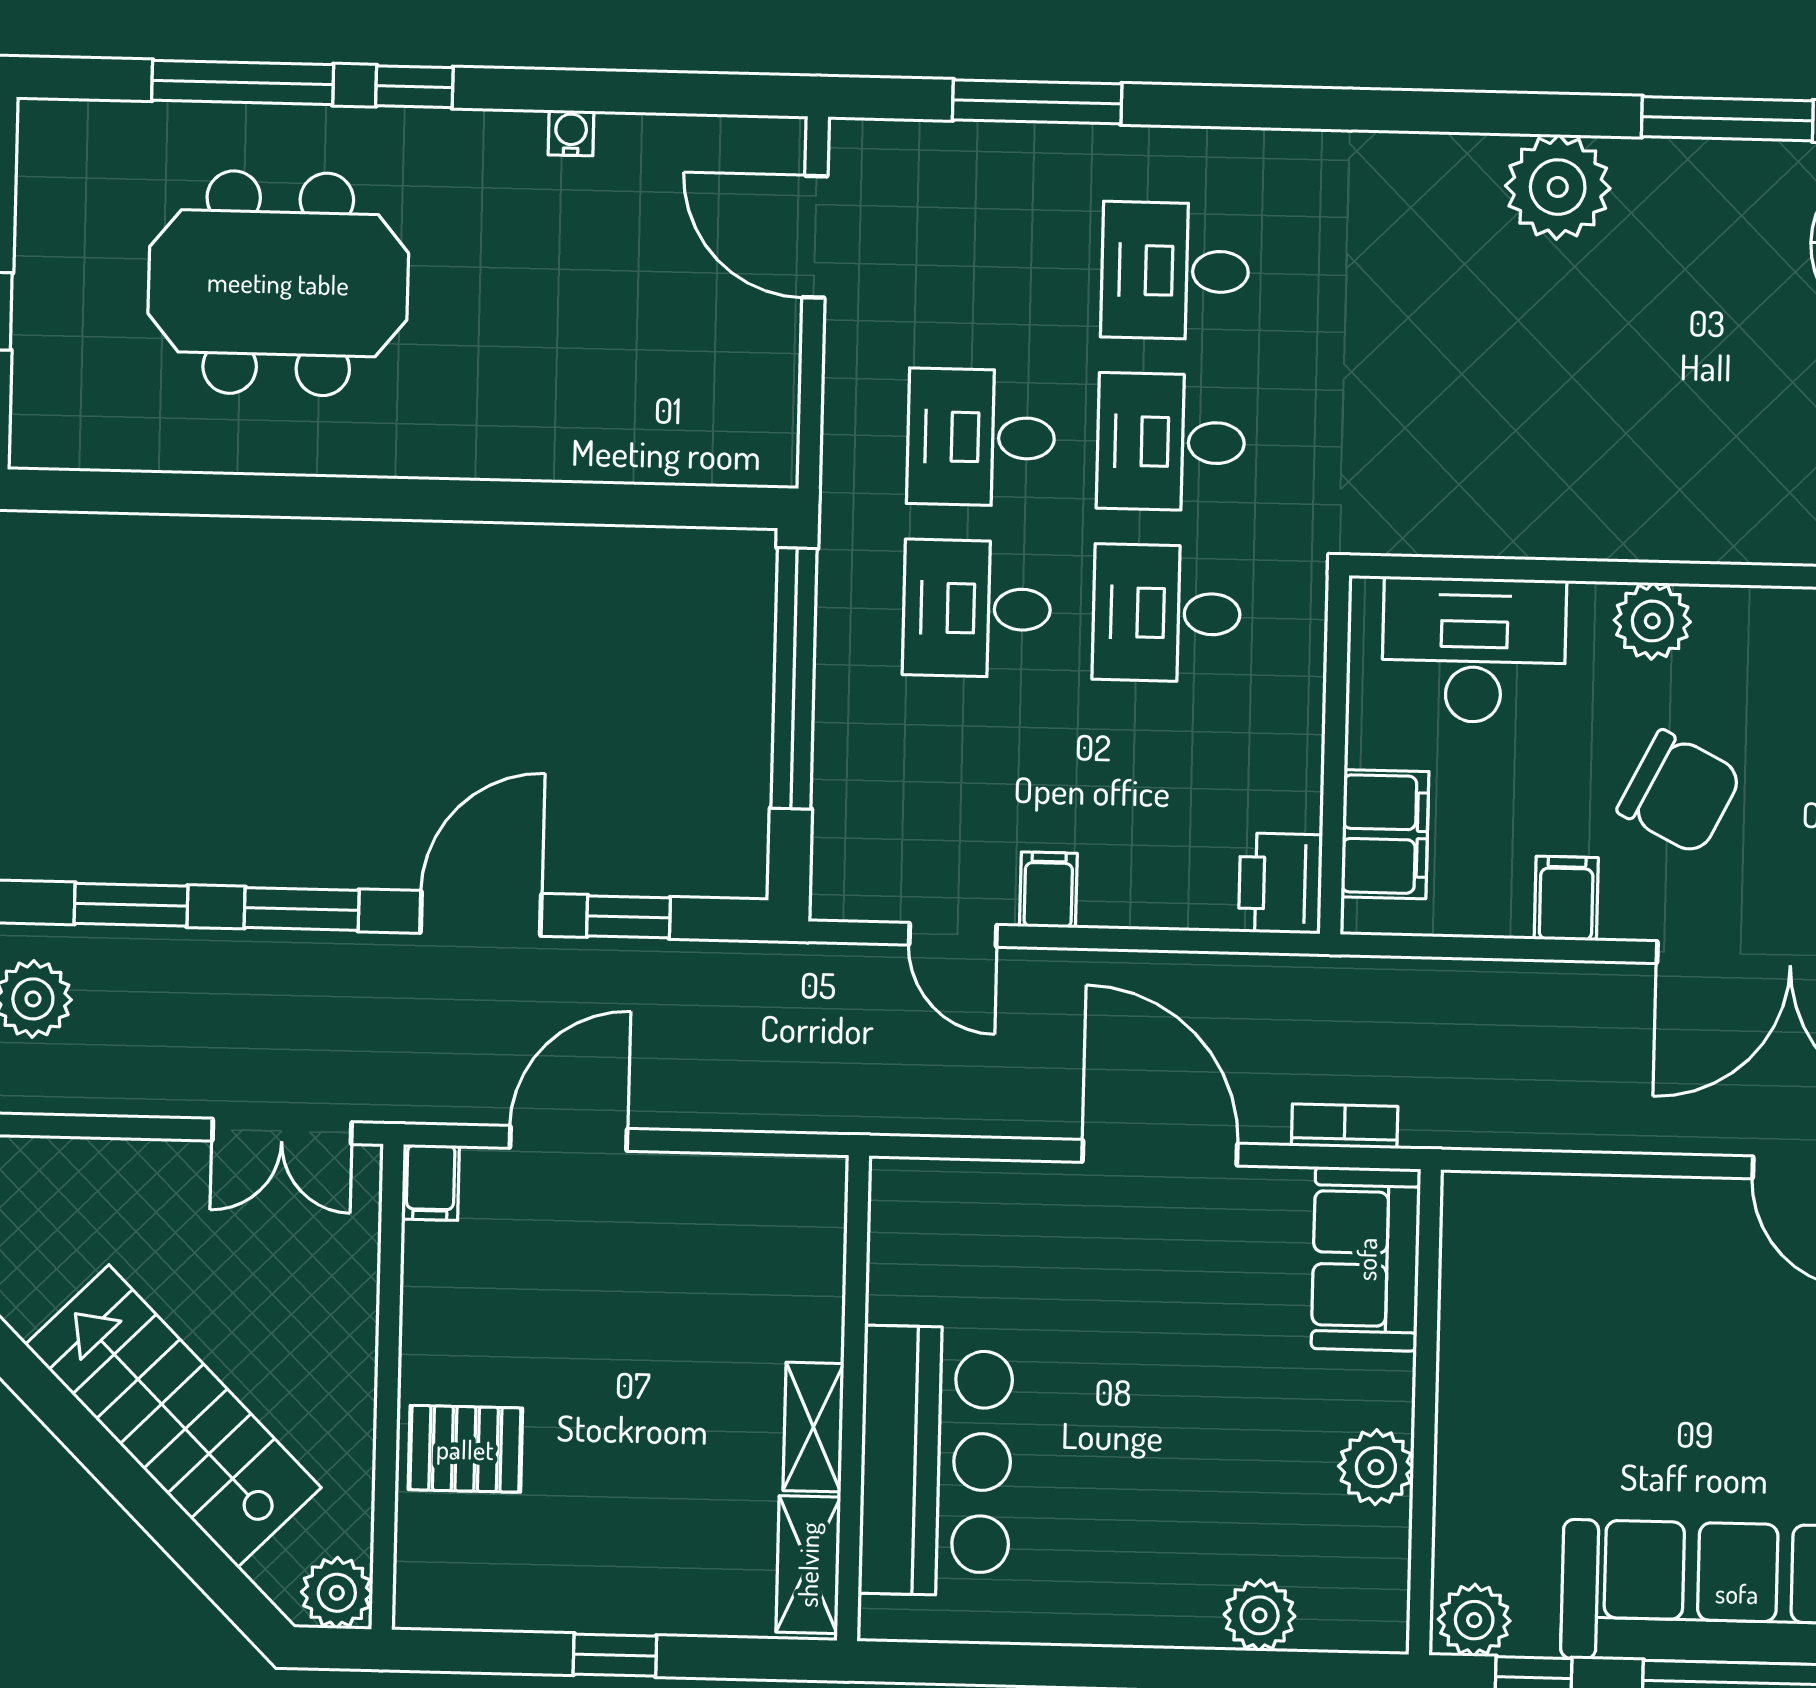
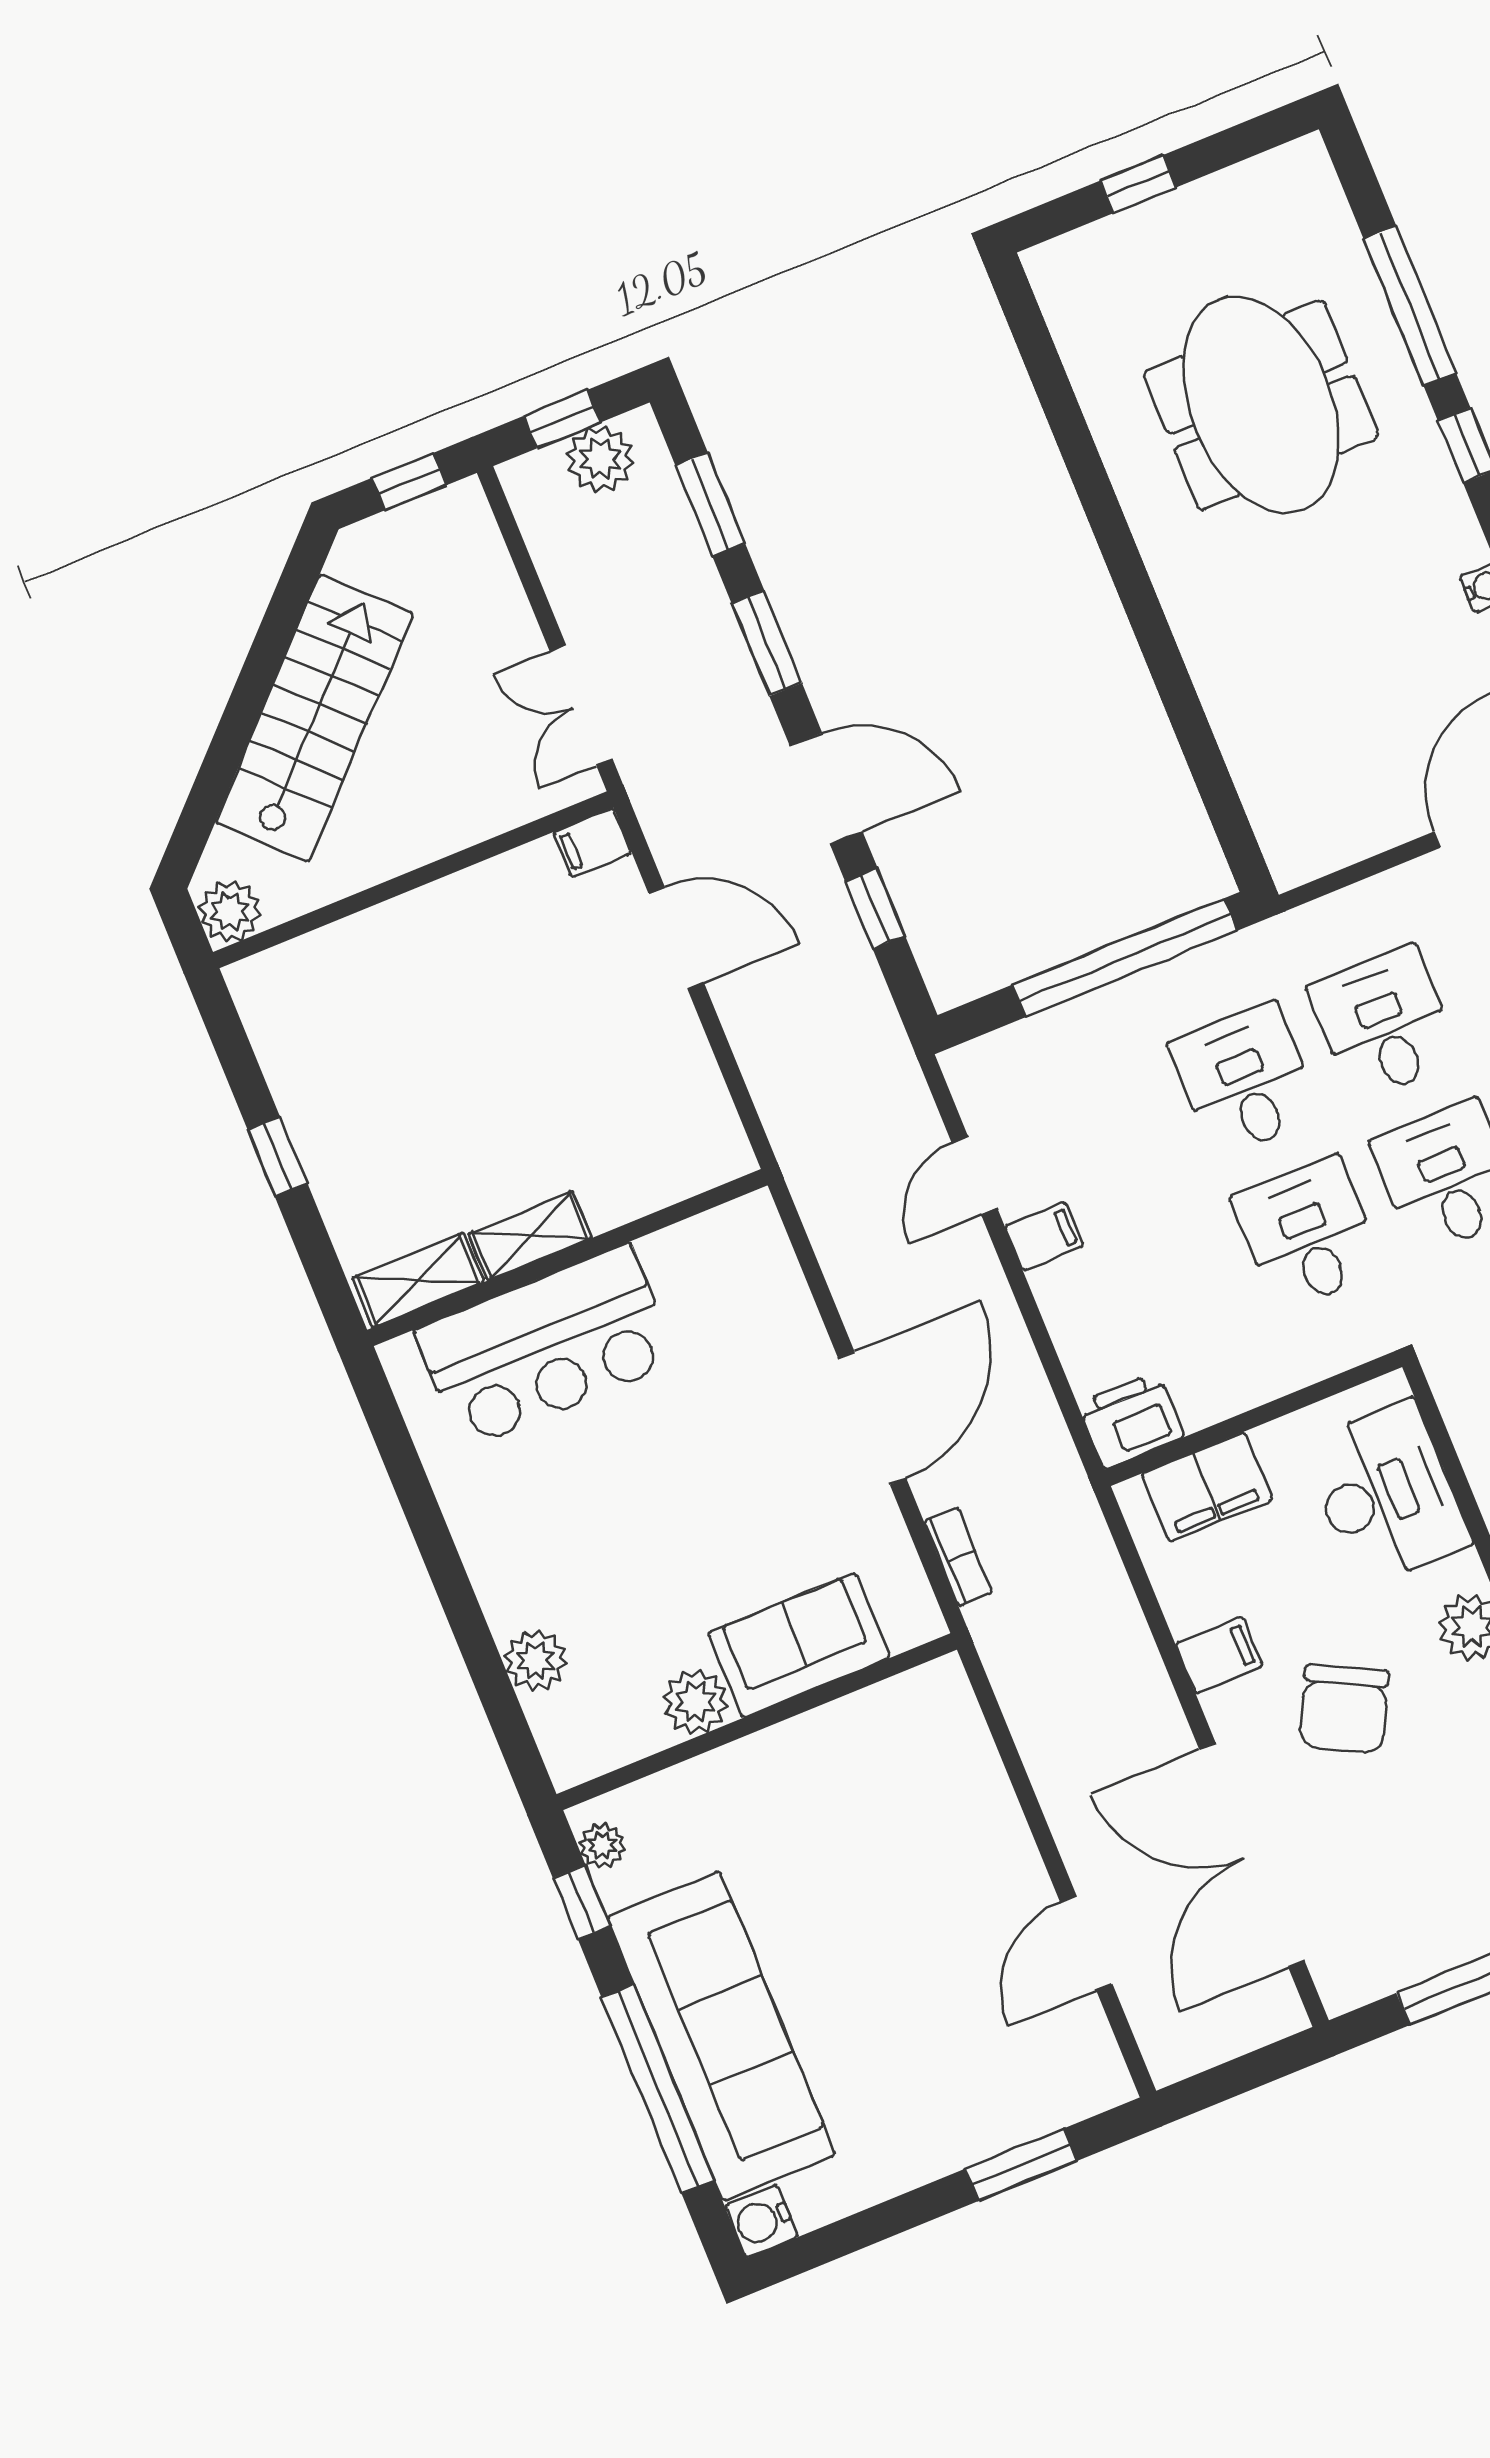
sofa: (1366, 1259) -> (799, 1645), moved
pallet: (465, 1449) -> (391, 964), removed
plant: (1474, 1620) -> (602, 1846), width x0.73, depth x0.73

